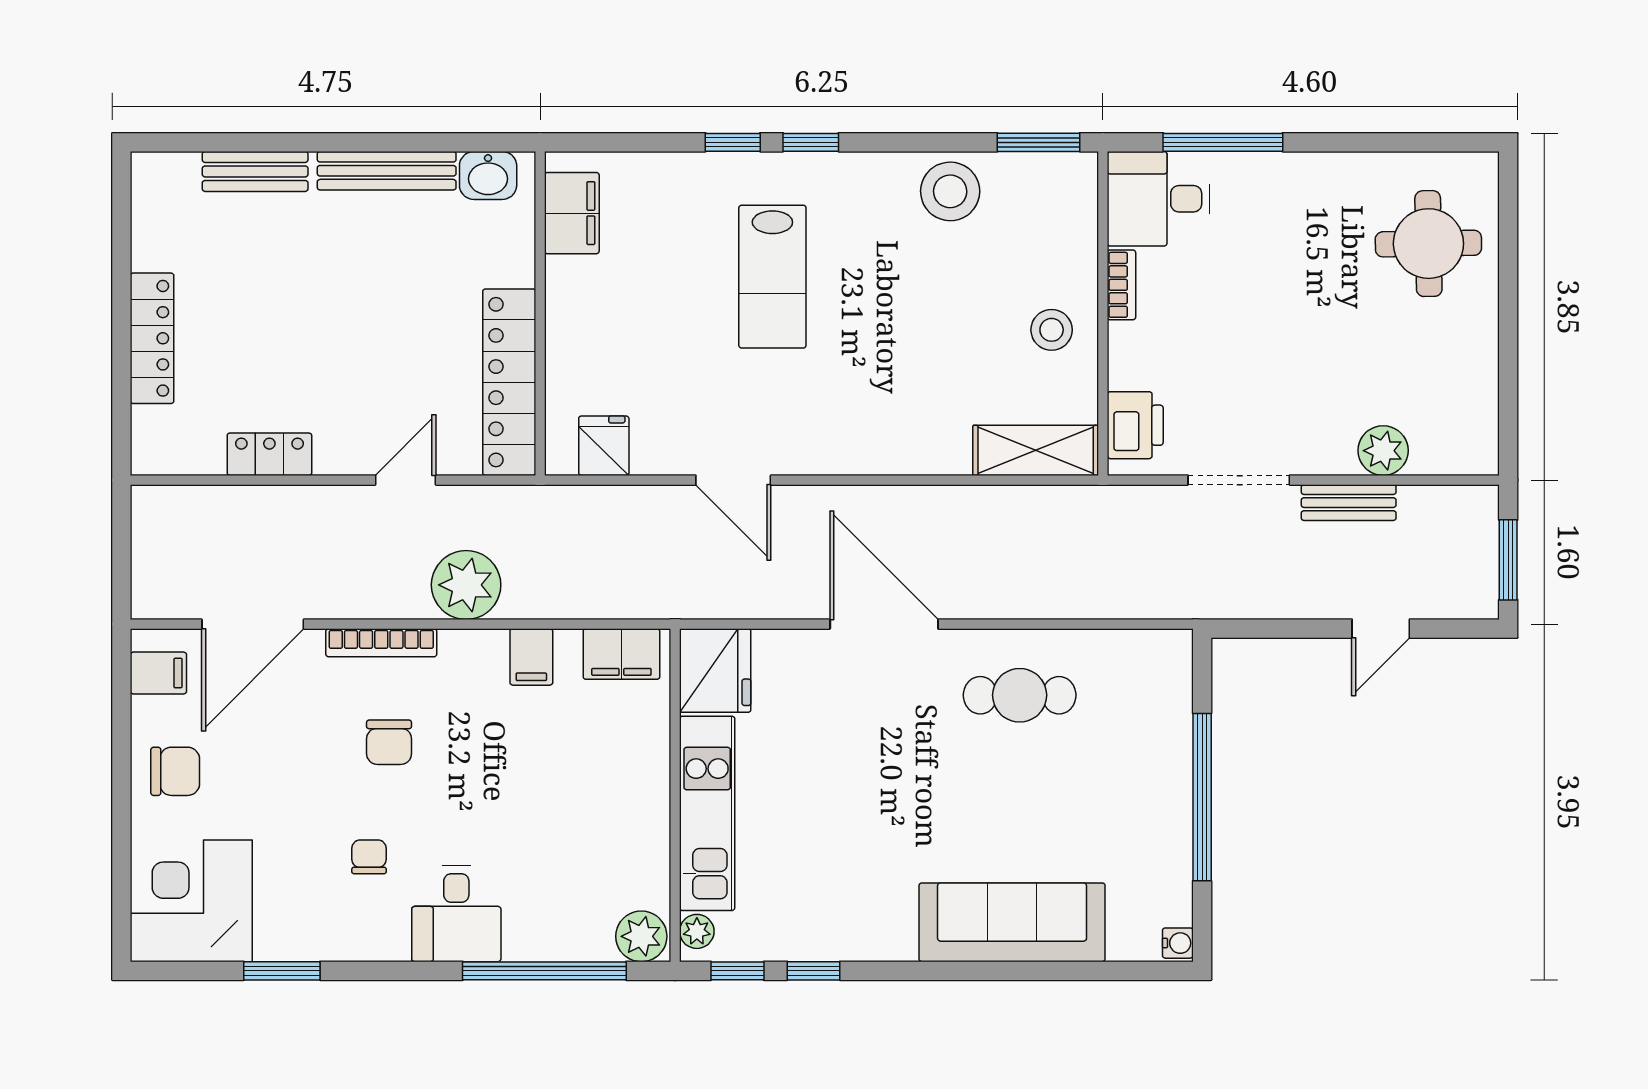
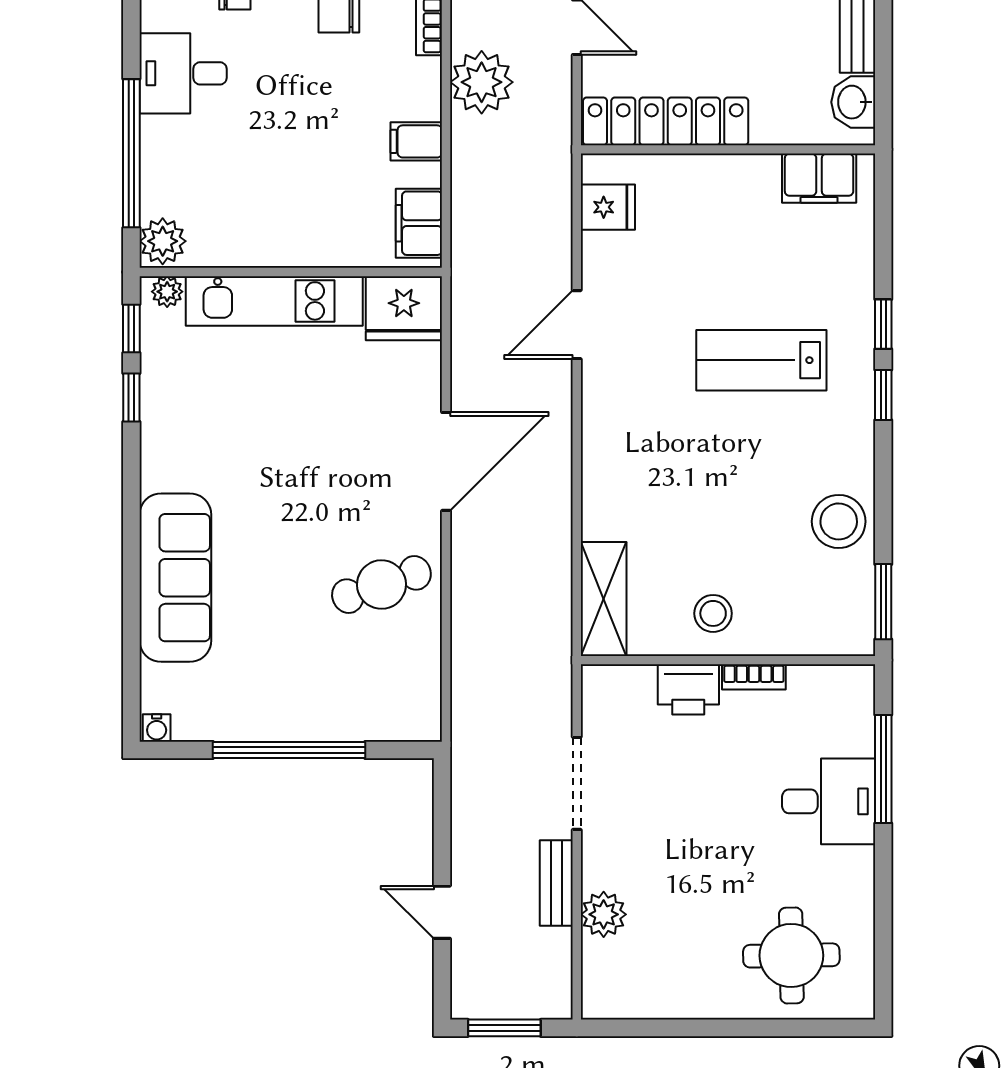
desk: (1159, 199) -> (829, 801), moved, turned 90
printer: (1135, 425) -> (688, 689), moved
cafe table: (1020, 695) -> (381, 585), turned 71

